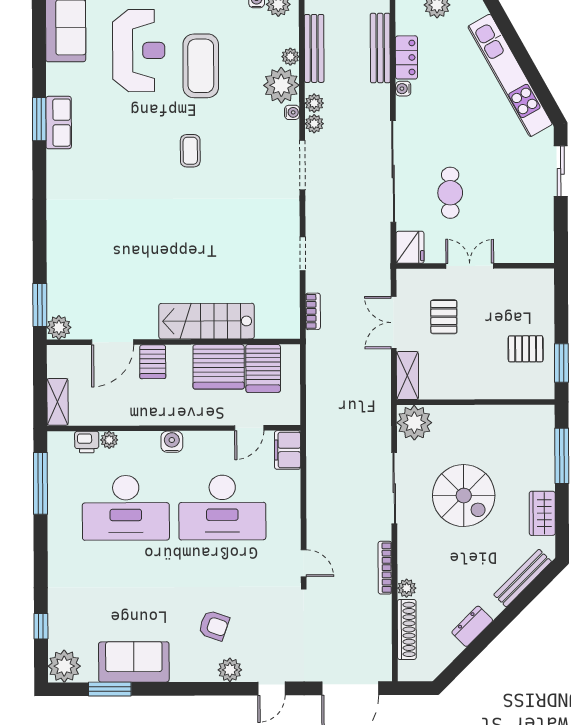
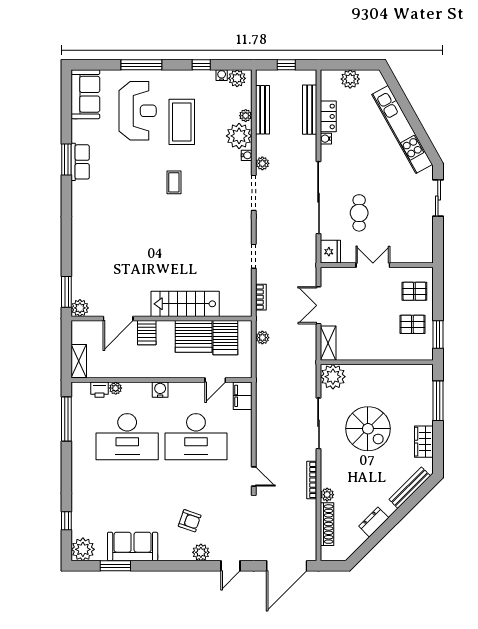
plant: (314, 103) -> (262, 338), moved
pallet: (444, 317) -> (414, 291), moved, turned 90

